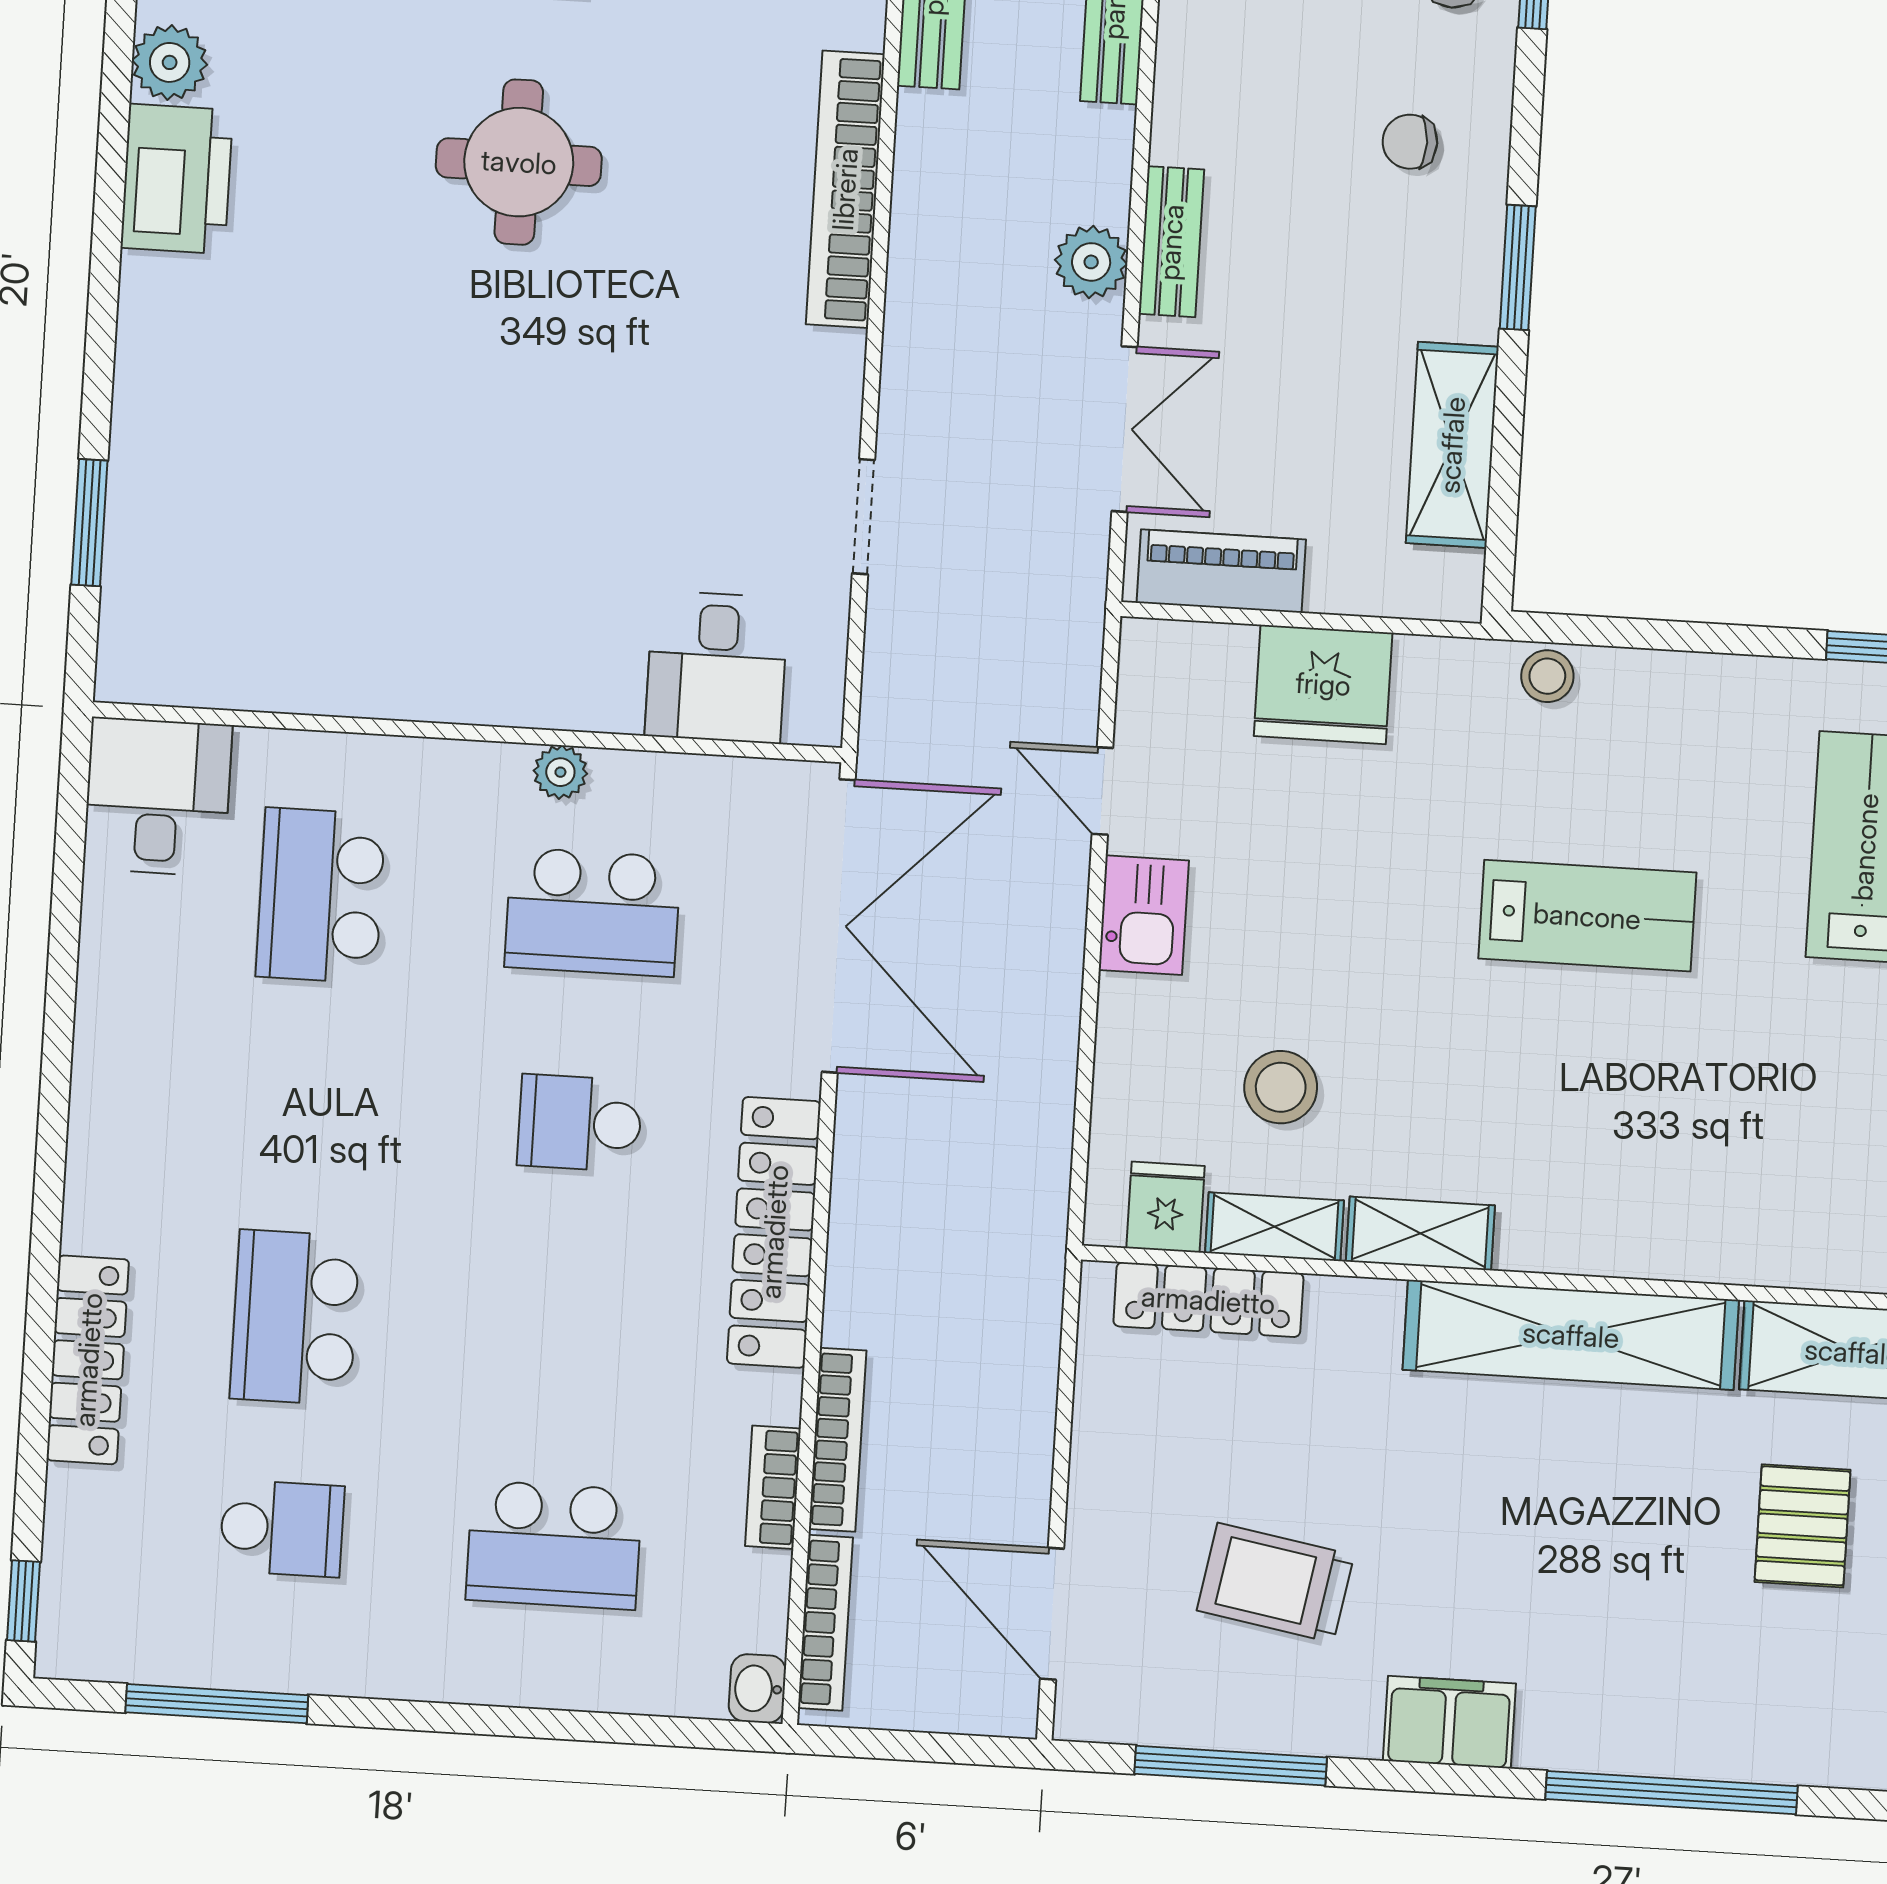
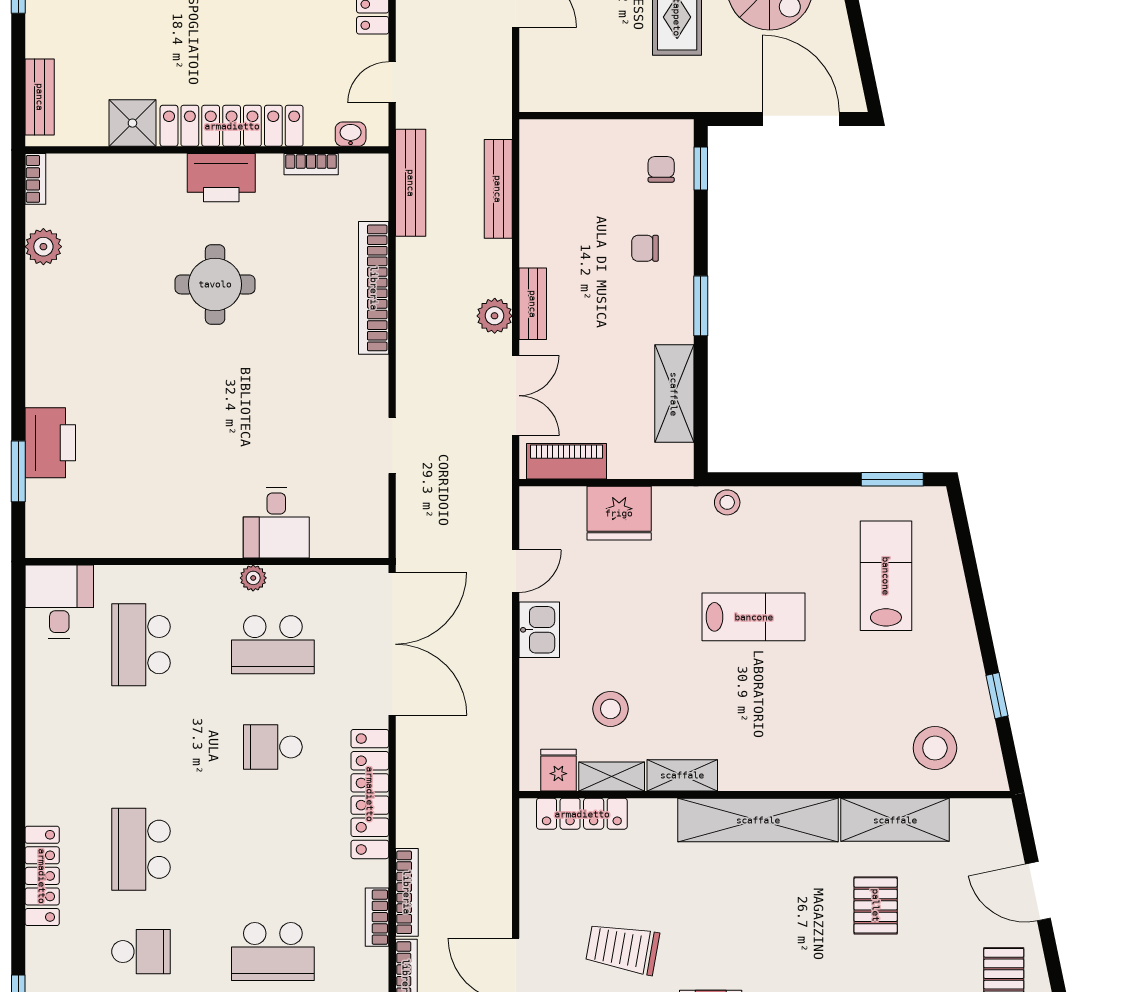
printer: (177, 179) -> (50, 443), moved
desk: (717, 667) -> (276, 523), moved
door: (1102, 791) -> (516, 571), swing flipped

